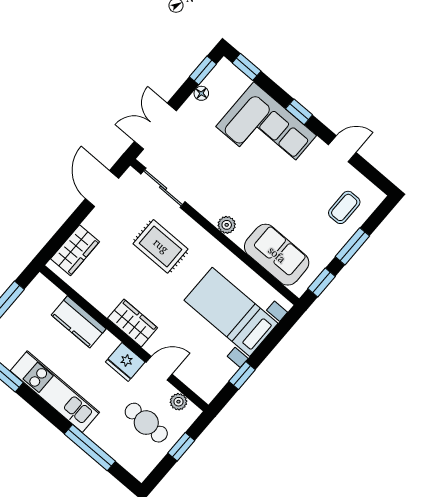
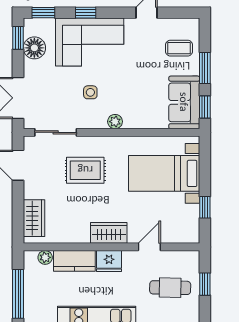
floor lamp: (201, 93) -> (34, 48), width x1.89, depth x1.89
window: (299, 112) -> (86, 13), moved
side table: (227, 178) -> (90, 92), added
coffee table: (344, 207) -> (179, 48), turned 90
sofa: (277, 255) -> (184, 102), moved, turned -90
fridge: (125, 362) -> (109, 261), moved
plant: (178, 402) -> (45, 257), moved

